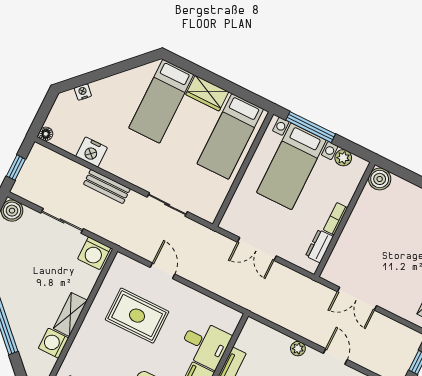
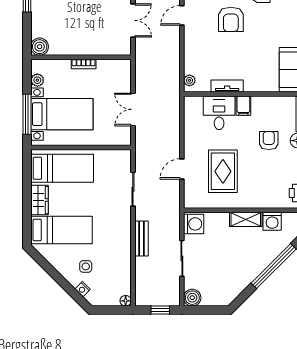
side table: (107, 108) -> (86, 266), added
nightstand: (92, 152) -> (122, 262), removed
dresser: (319, 246) -> (109, 66), removed
double door: (257, 249) -> (133, 109), swing flipped
plant: (298, 349) -> (189, 80), moved

